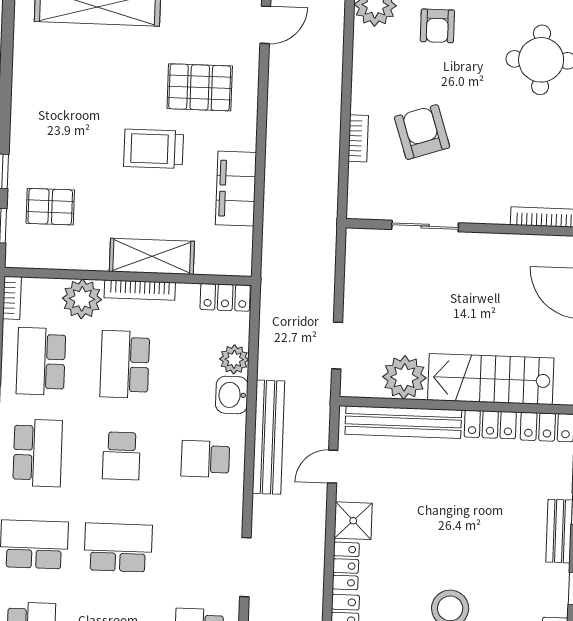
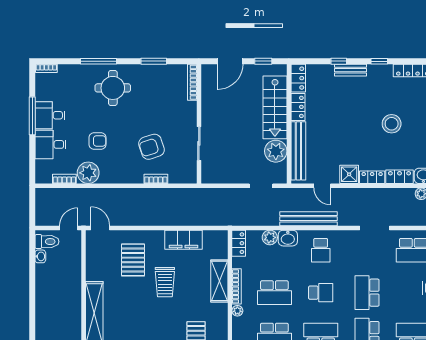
plant: (82, 299) -> (237, 311), width x0.53, depth x0.53

